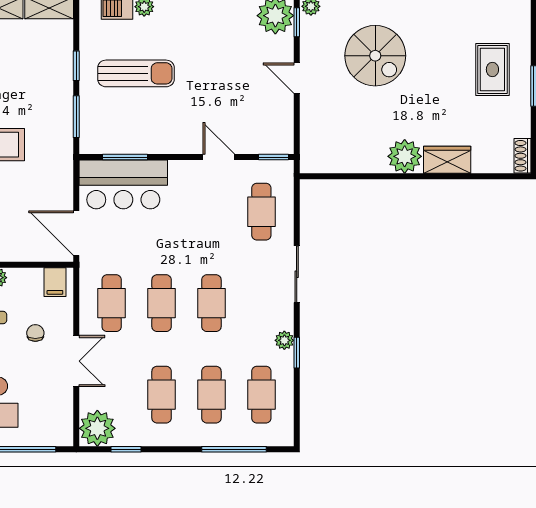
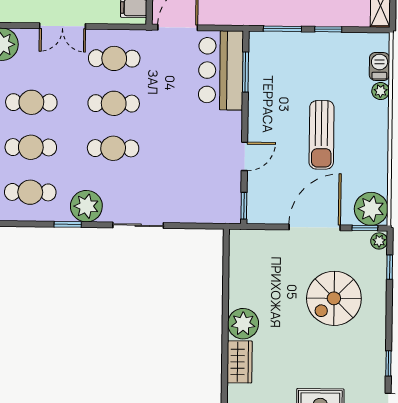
sun lounger: (136, 73) -> (322, 135), moved
door: (297, 78) -> (315, 227), width x1.88
cafe table: (261, 212) -> (195, 194), removed
plant: (284, 340) -> (86, 206), width x1.88, depth x1.88

